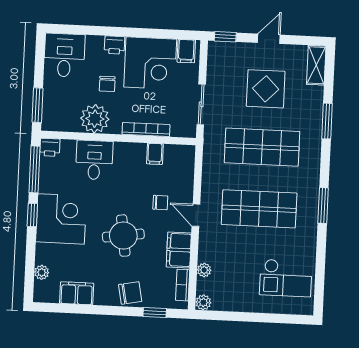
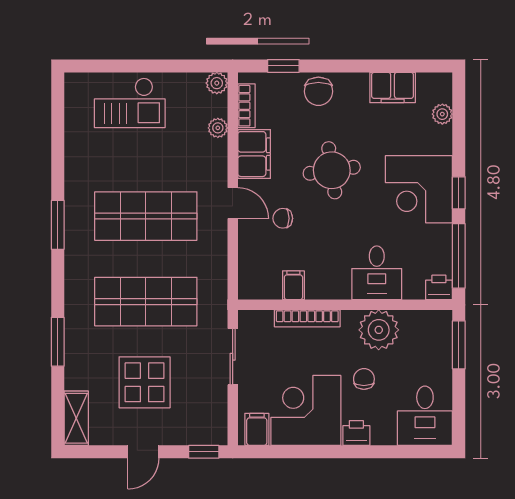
checkout: (286, 278) -> (130, 103), moved, turned 180
chair: (130, 293) -> (318, 91), turned -79

